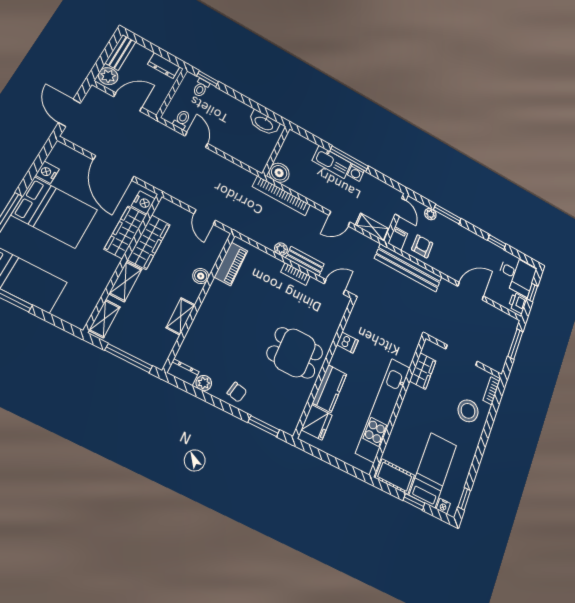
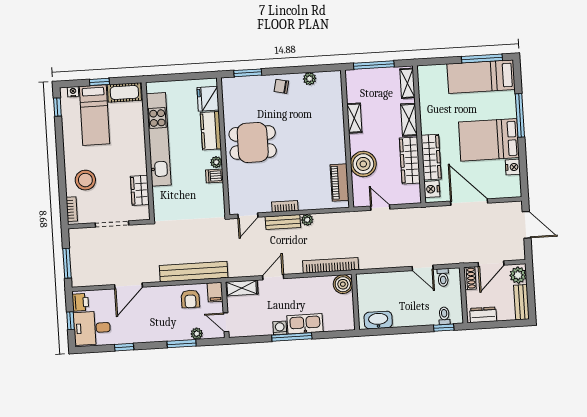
shoe rack: (157, 103) -> (470, 278), added
boiler: (201, 276) -> (363, 164), width x1.86, depth x1.86
plant: (339, 355) -> (216, 162), added
dresser: (183, 372) -> (329, 78), removed

